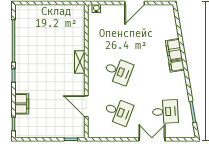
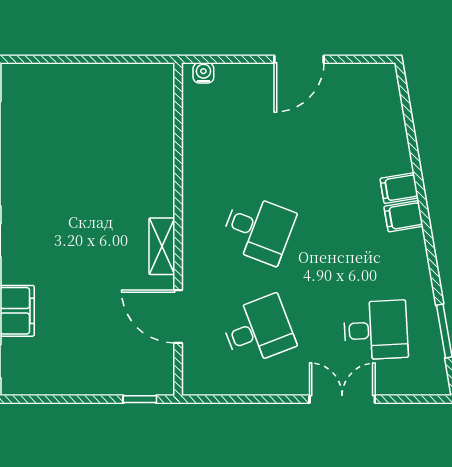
filing cabinet: (174, 50) -> (399, 188), width x0.50
shelving: (80, 62) -> (162, 246), moved
desk: (118, 112) -> (258, 330), turned -42

